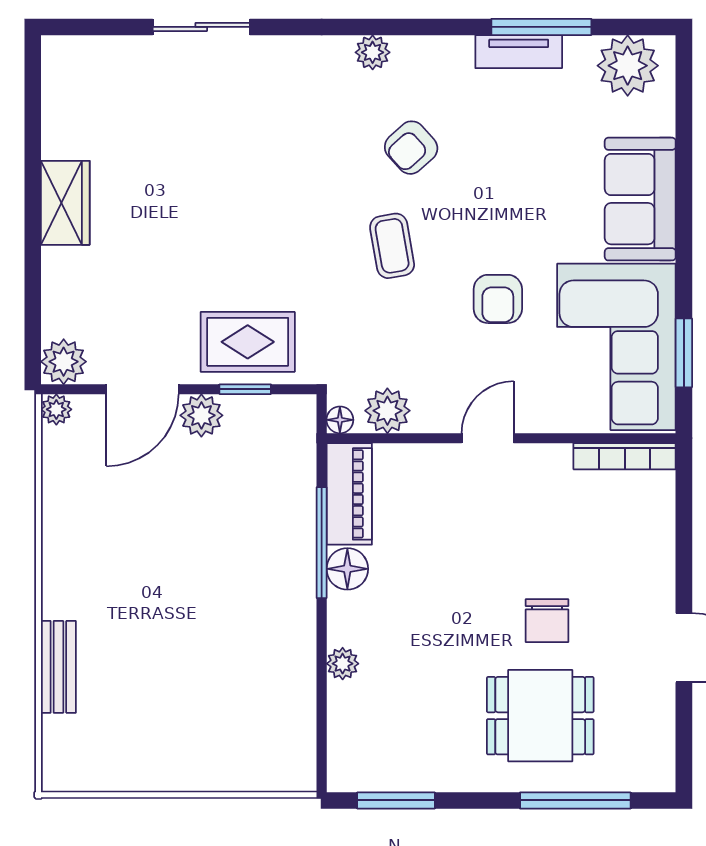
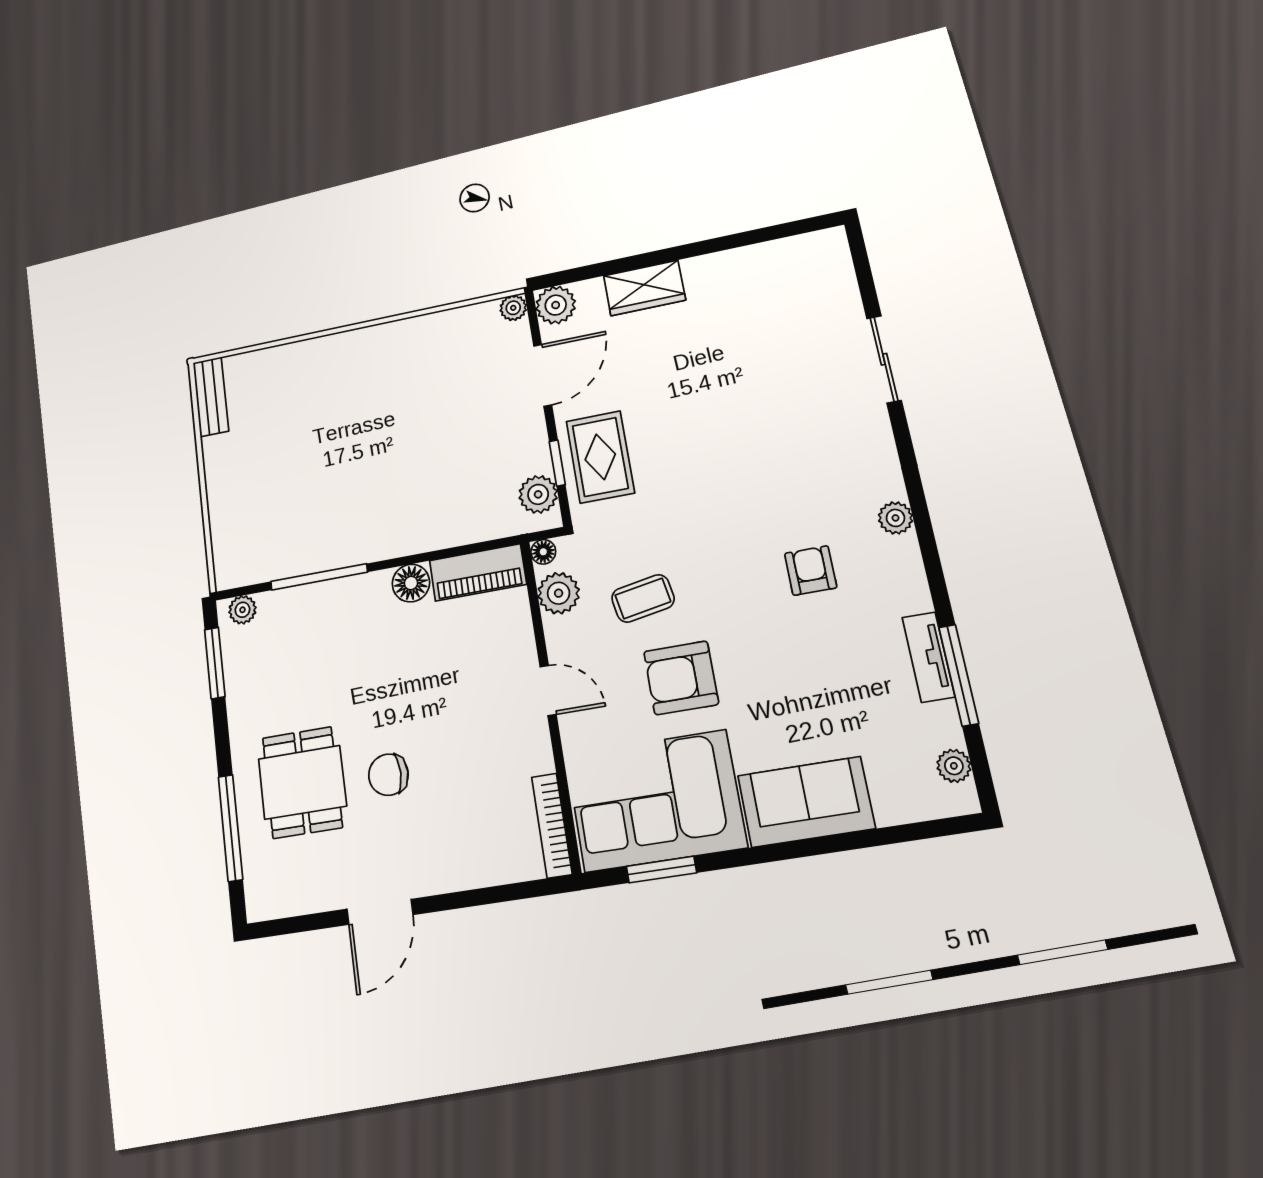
plant: (628, 66) -> (954, 766), width x0.53, depth x0.53
armchair: (411, 148) -> (811, 571), turned 42
wardrobe: (65, 203) -> (644, 288), moved
coffee table: (392, 246) -> (643, 598), moved
armchair: (498, 299) -> (681, 678), width x1.38, depth x1.38
door: (142, 389) -> (543, 375), swing flipped
plant: (201, 415) -> (538, 494), moved
window: (322, 543) -> (319, 577), moved
plant: (343, 664) -> (242, 610), moved
bench: (58, 667) -> (211, 397), moved, turned 90

